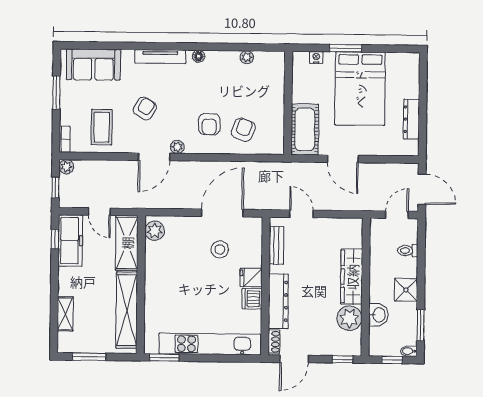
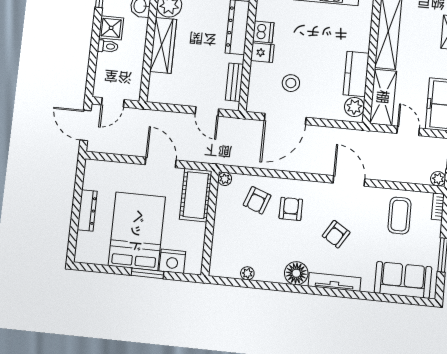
floor lamp: (199, 56) -> (296, 273), width x1.89, depth x1.89
nightstand: (316, 57) -> (172, 261), width x1.89, depth x1.79
armchair: (145, 109) -> (336, 234), moved
dresser: (411, 119) -> (87, 210), moved
plant: (177, 147) -> (225, 179), moved
door: (154, 157) -> (349, 181), hinge flipped
toilet: (408, 251) -> (108, 46), moved
kitchen counter: (156, 264) -> (356, 74), added

